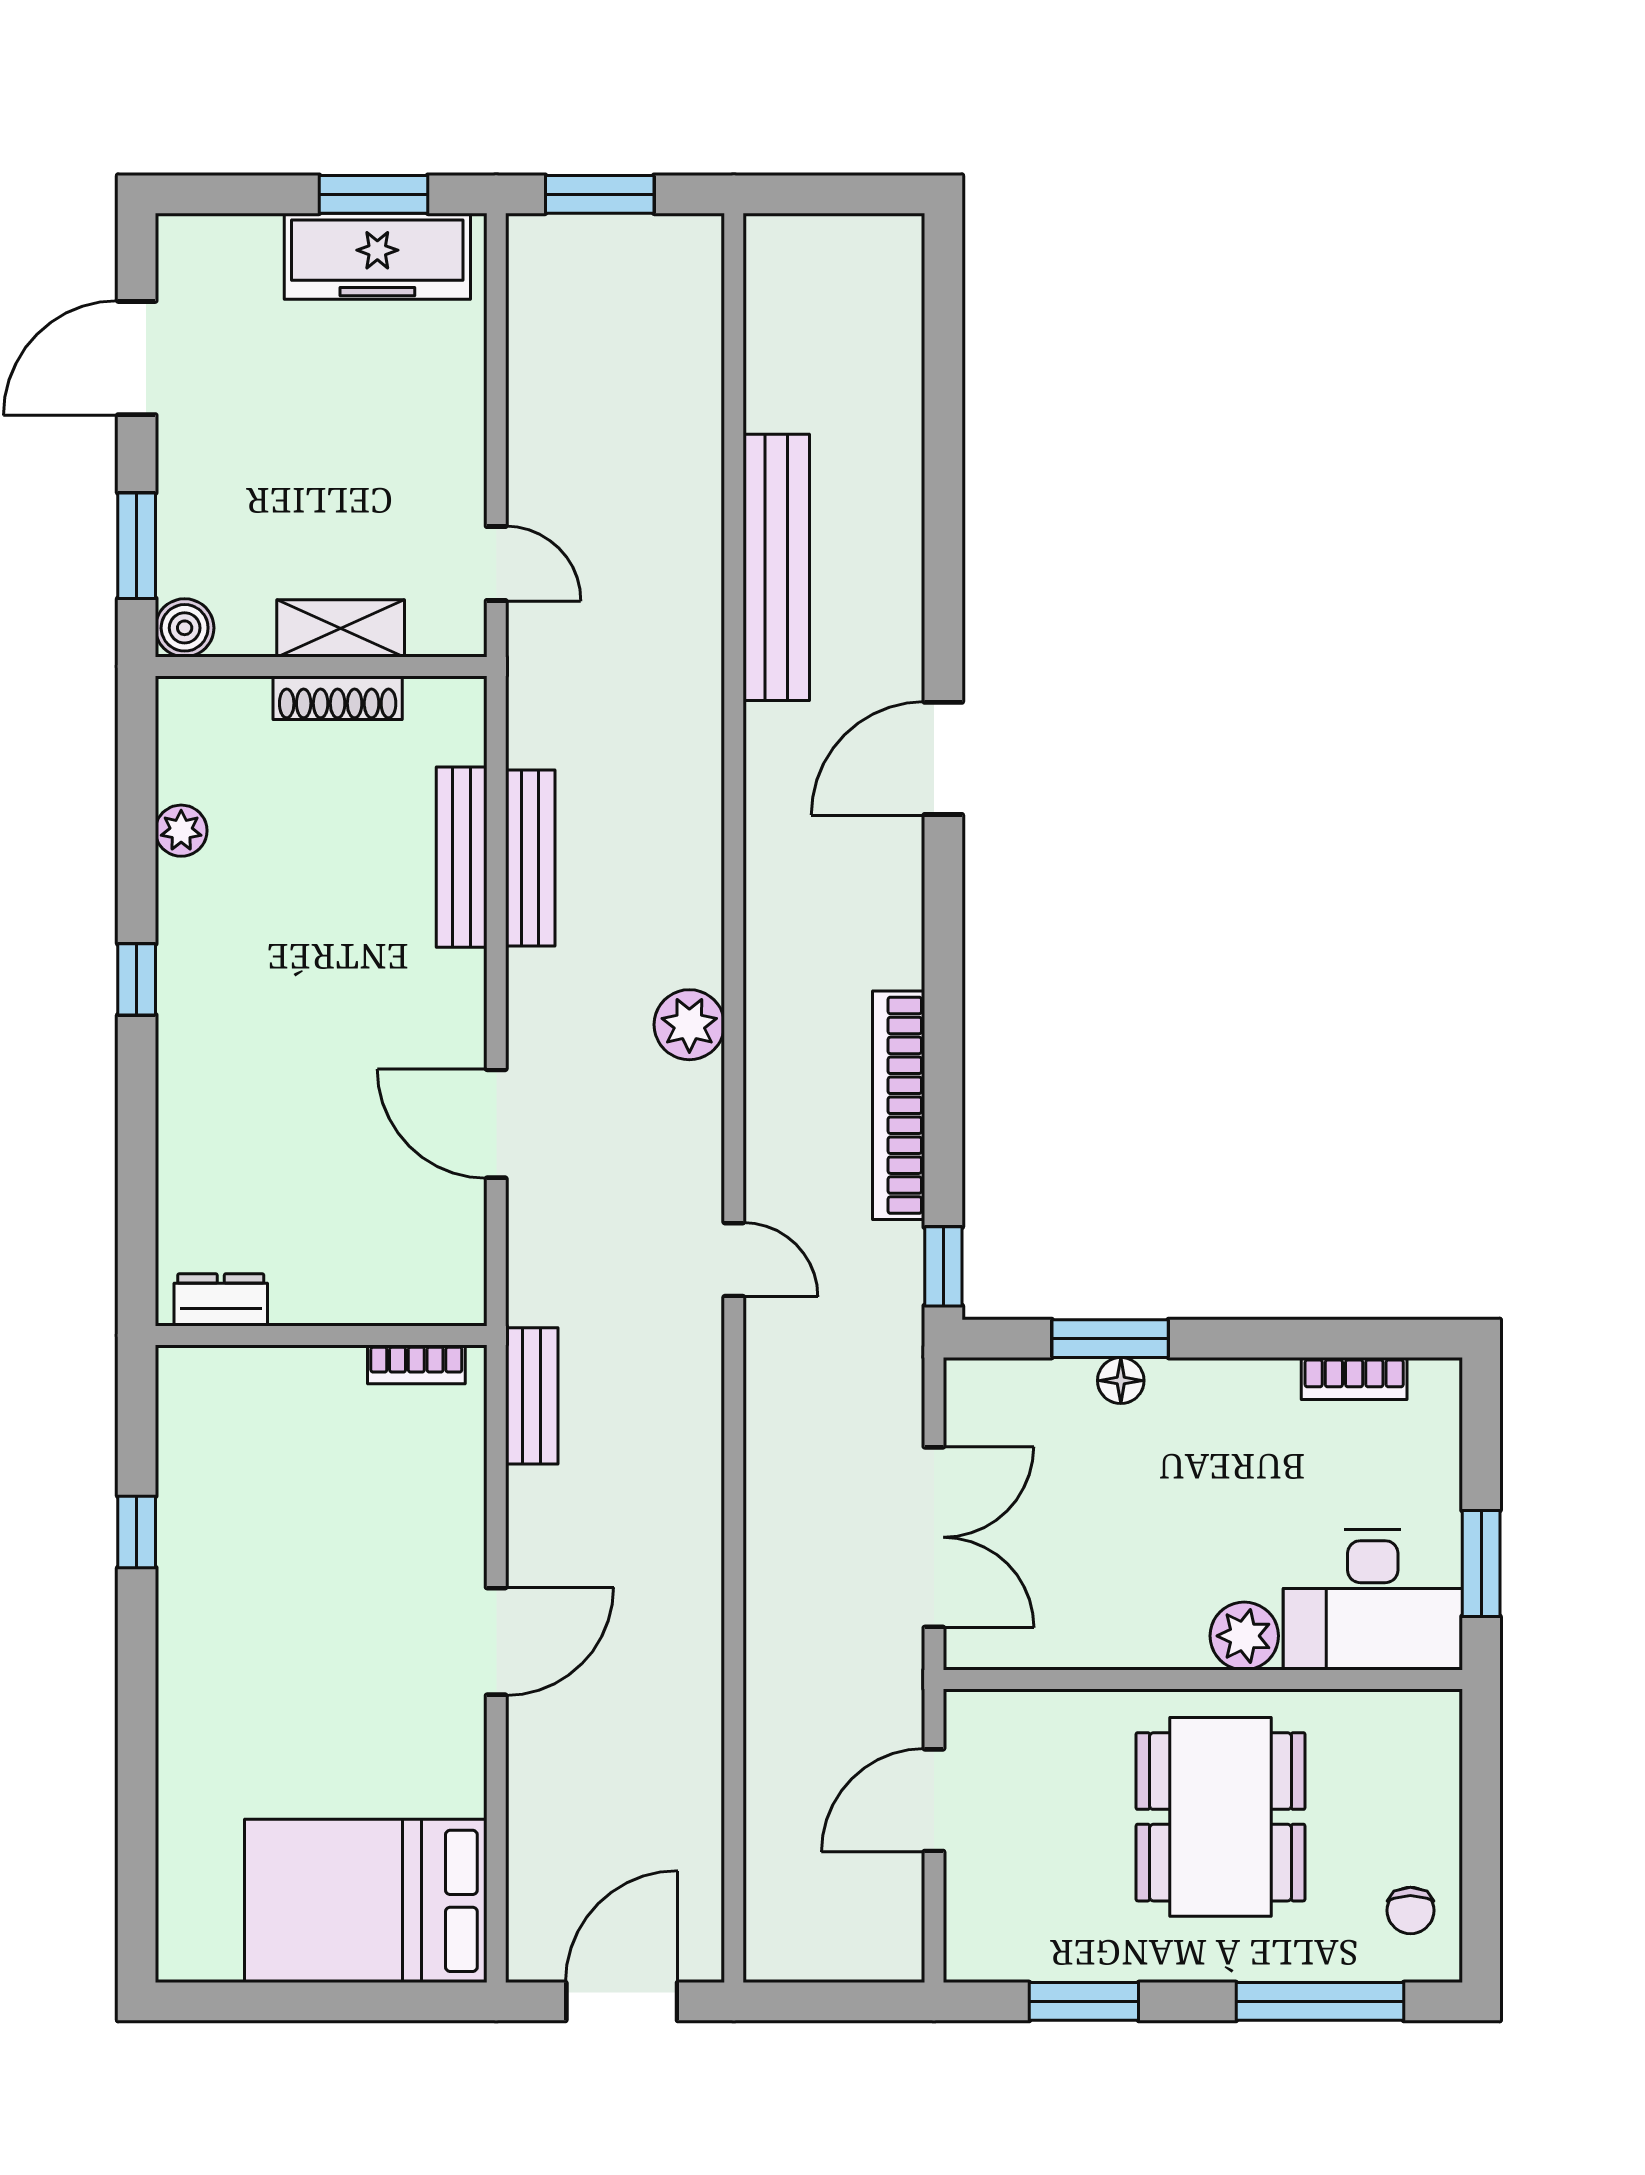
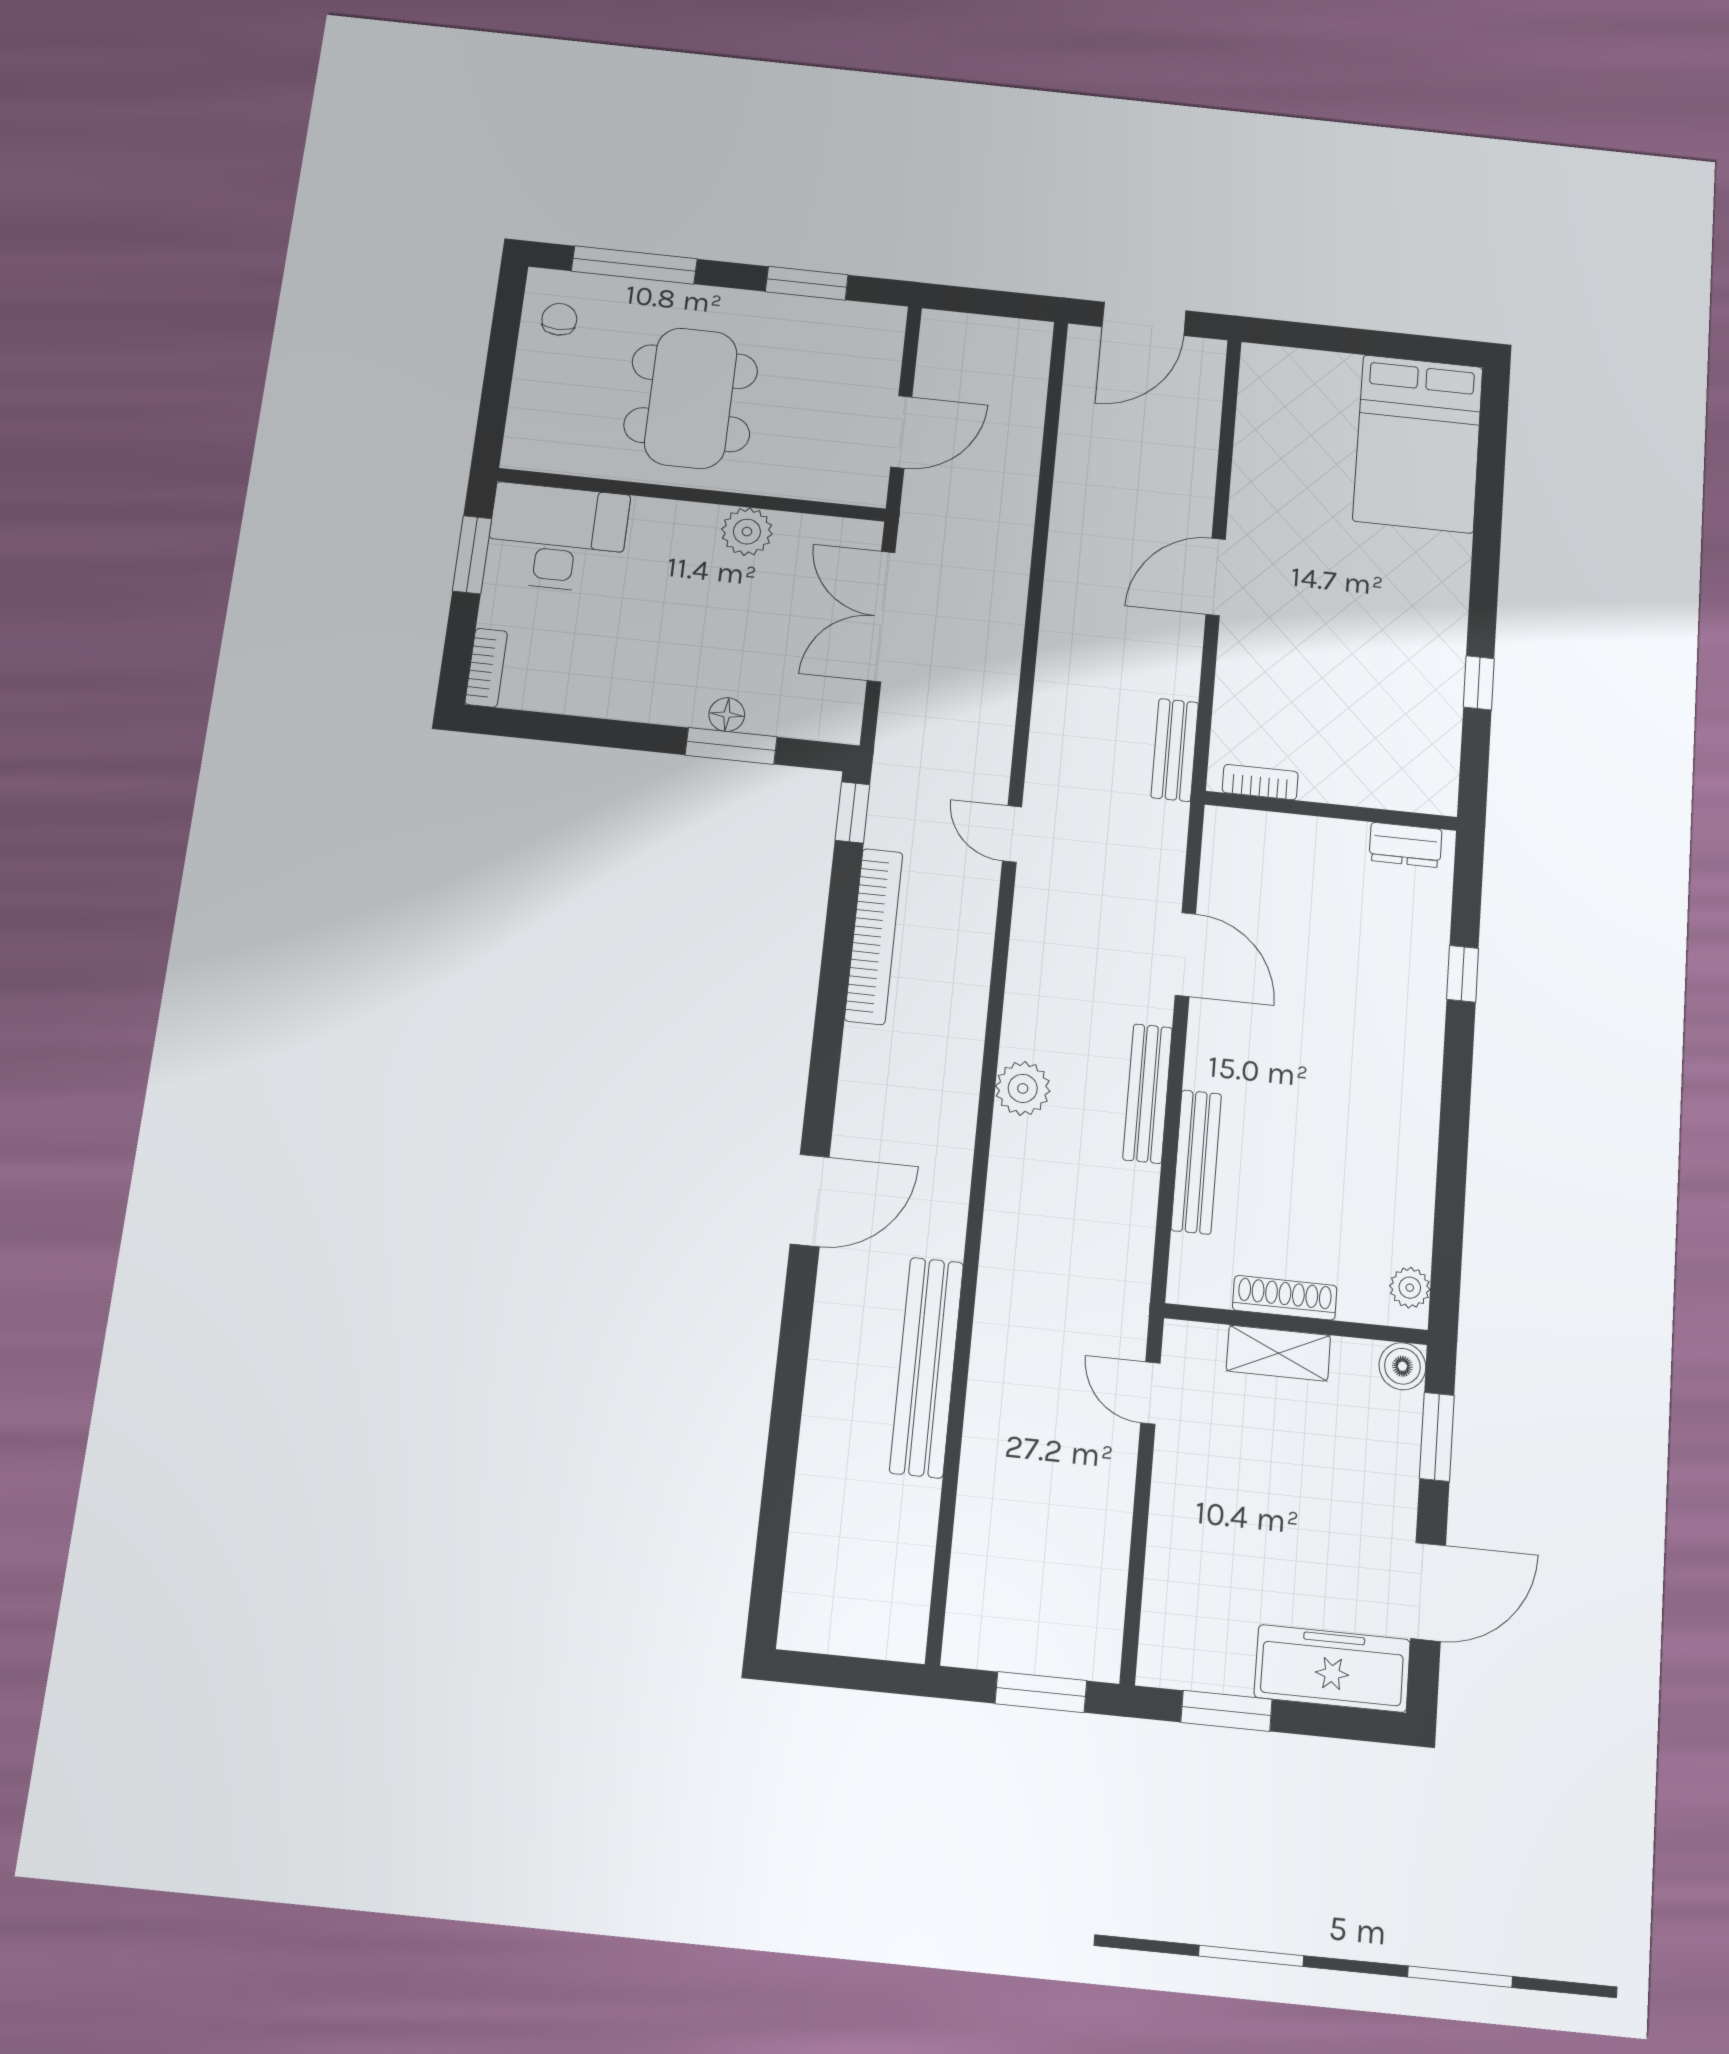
freezer: (377, 256) -> (1332, 1668), moved
plant: (181, 831) -> (1410, 1288), moved
bench: (530, 858) -> (1148, 1093), moved
window: (137, 979) -> (1463, 974), moved
plant: (689, 1025) -> (1023, 1088), moved
bookcase: (1354, 1378) -> (486, 668), moved, turned 90
plant: (1244, 1636) -> (747, 532), moved
bed: (366, 1901) -> (1418, 444), moved, turned 90

